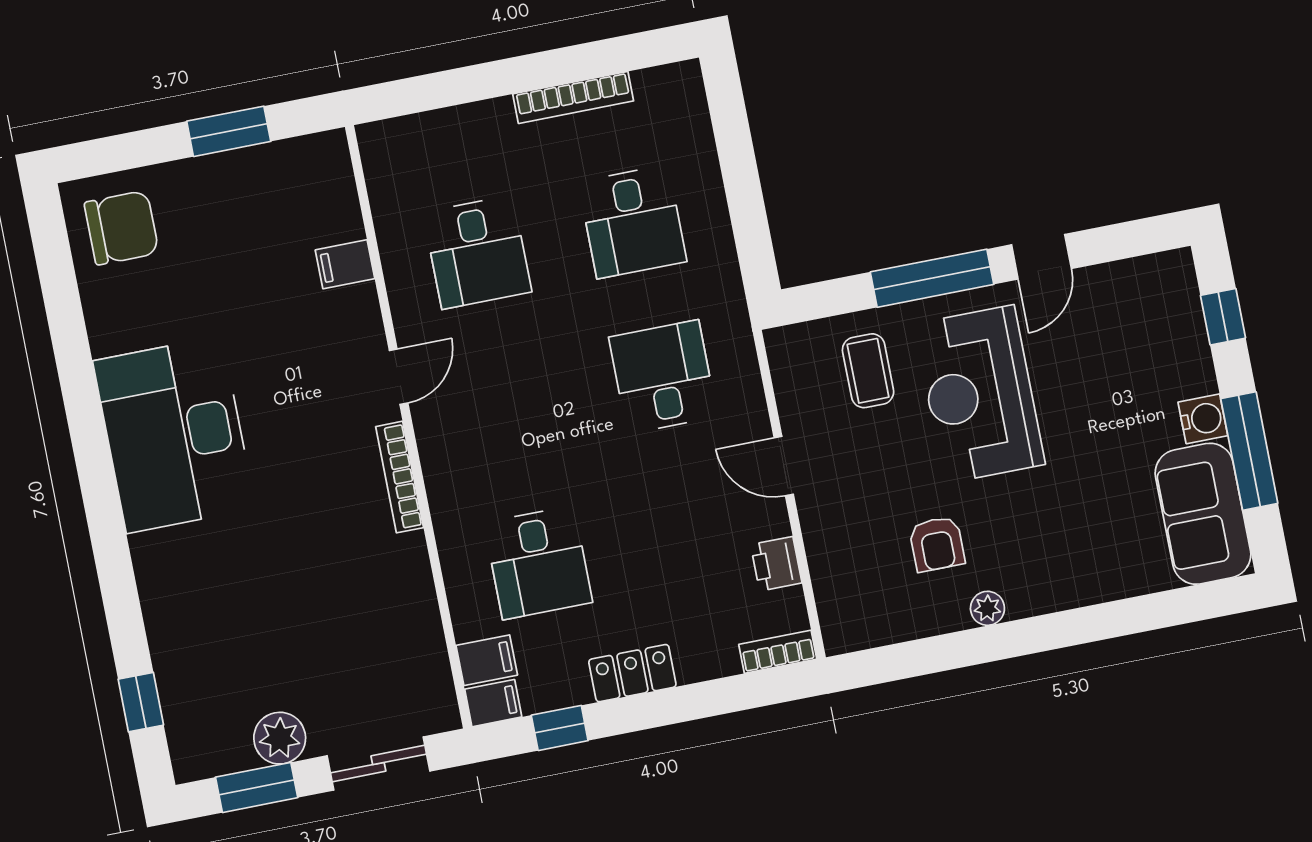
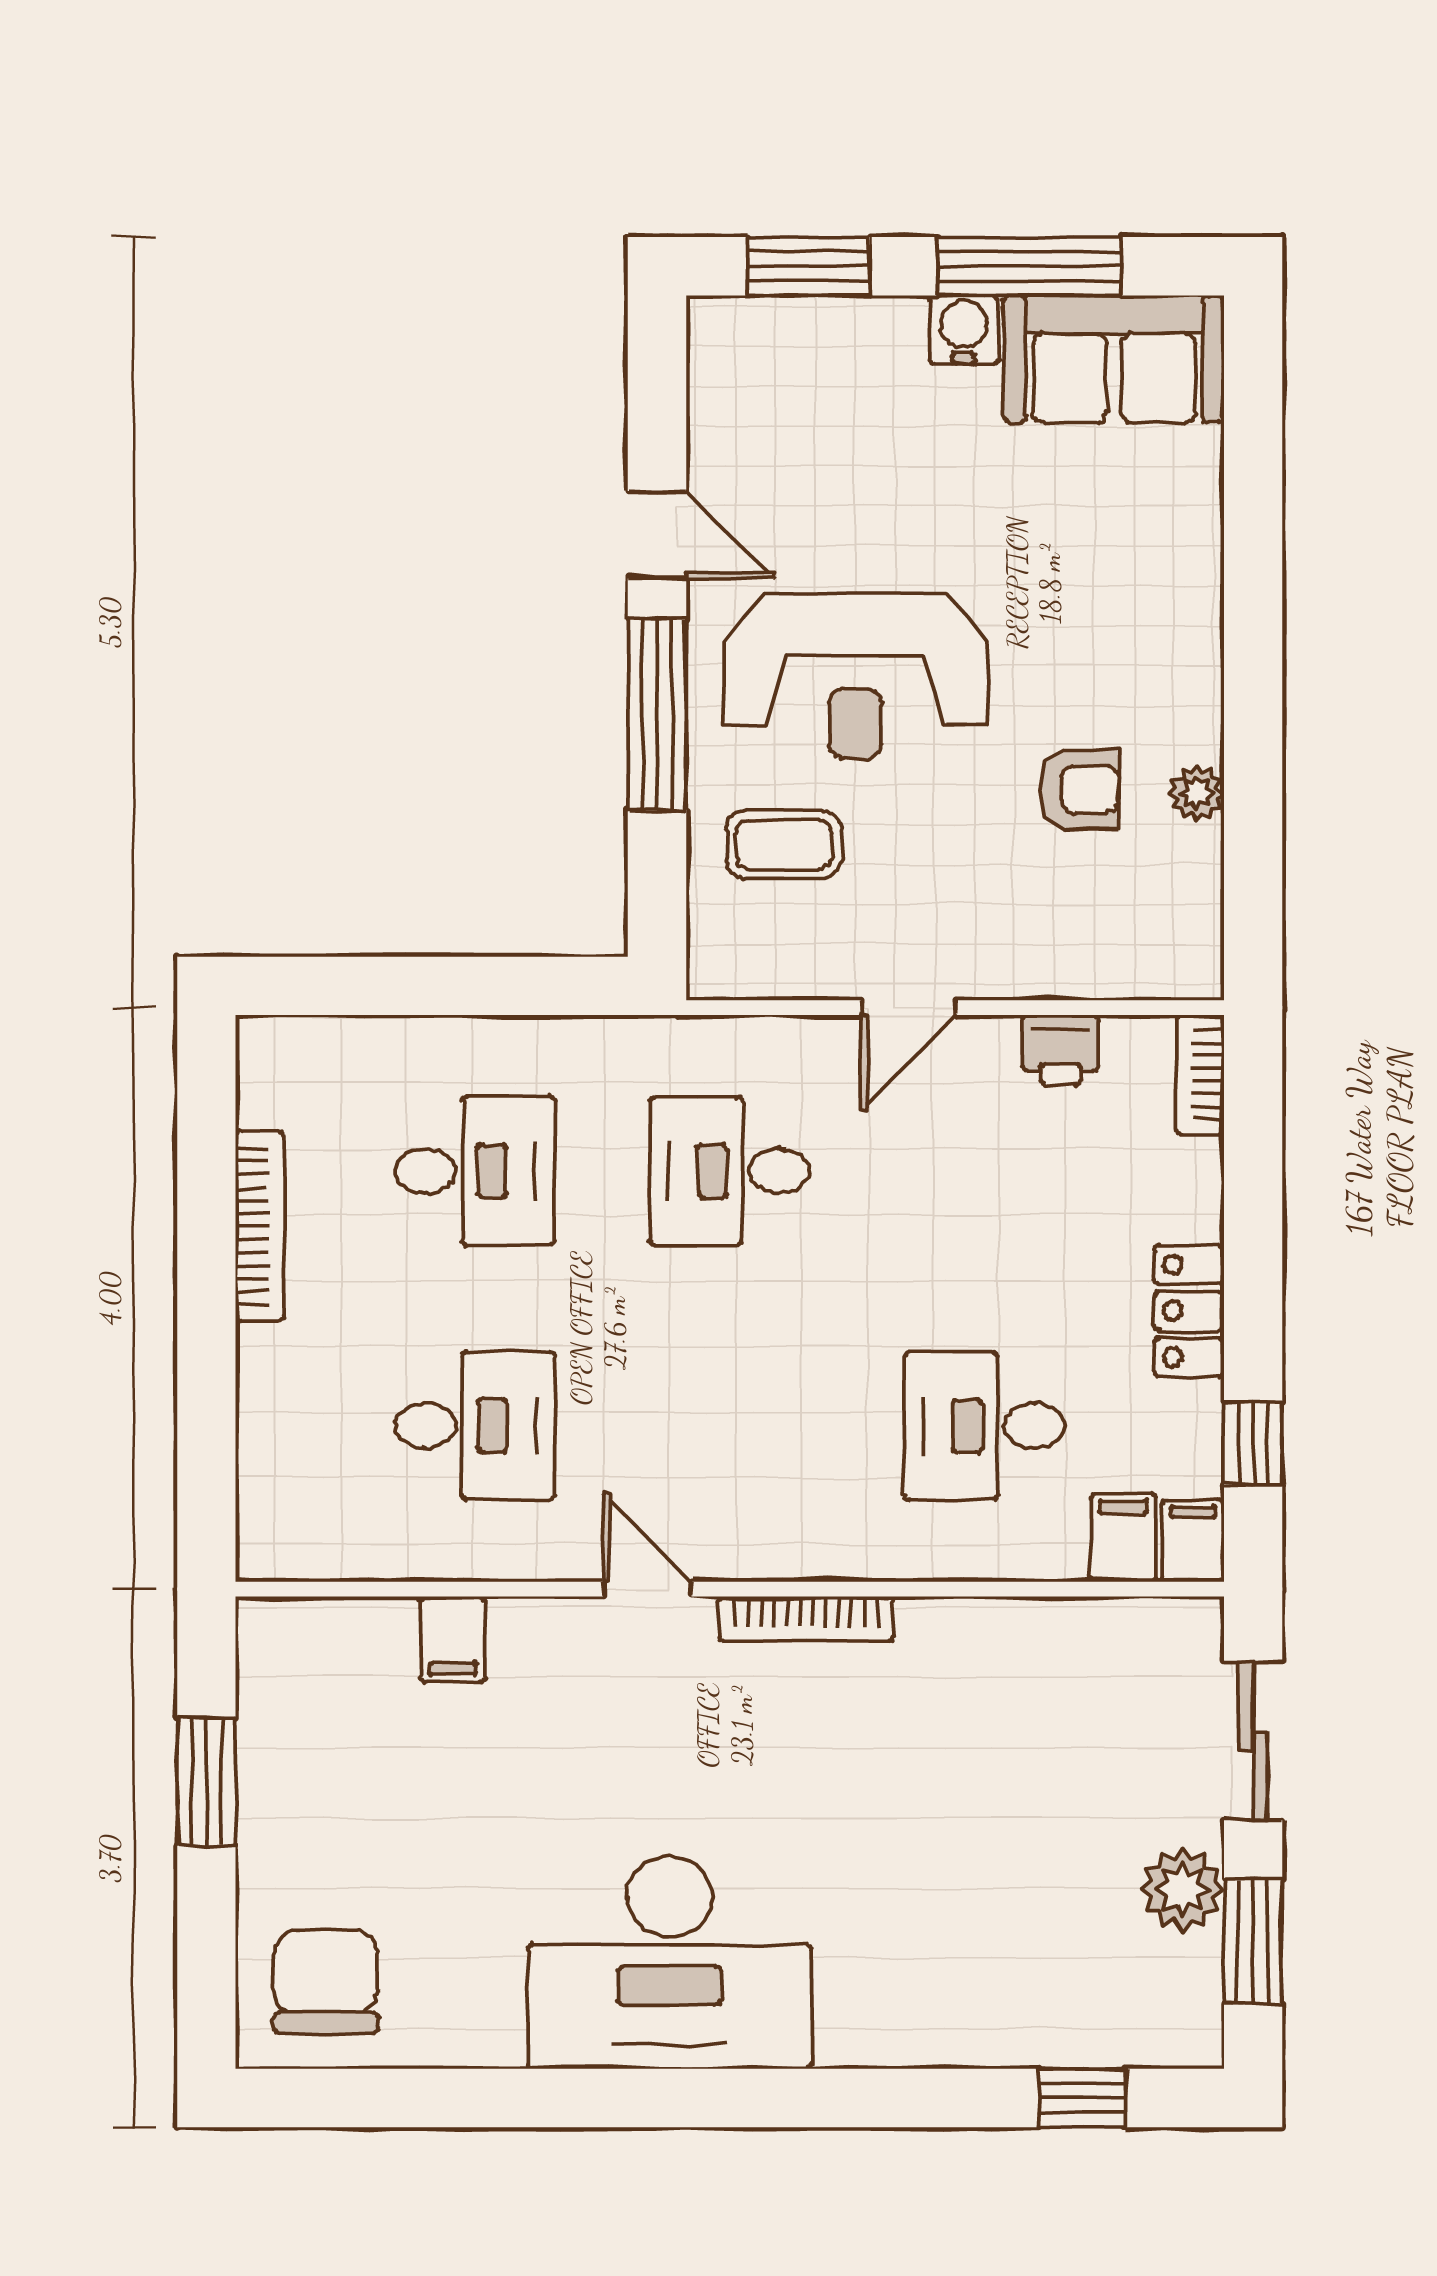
window: (1223, 317) -> (808, 266), width x1.50
desk: (538, 563) -> (985, 1426), turned 180
plant: (987, 608) -> (1197, 793), moved

